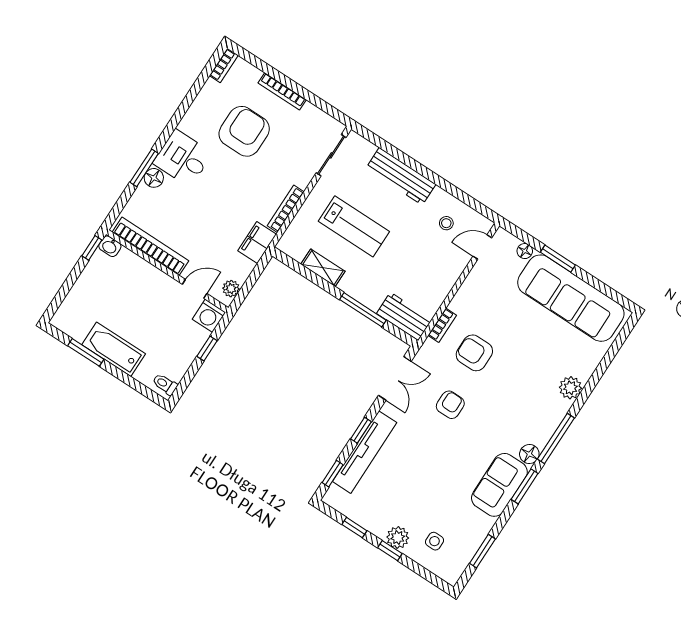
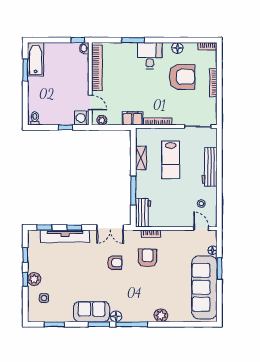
floor lamp: (154, 178) -> (177, 48), moved
bathtub: (114, 349) -> (36, 59), moved

